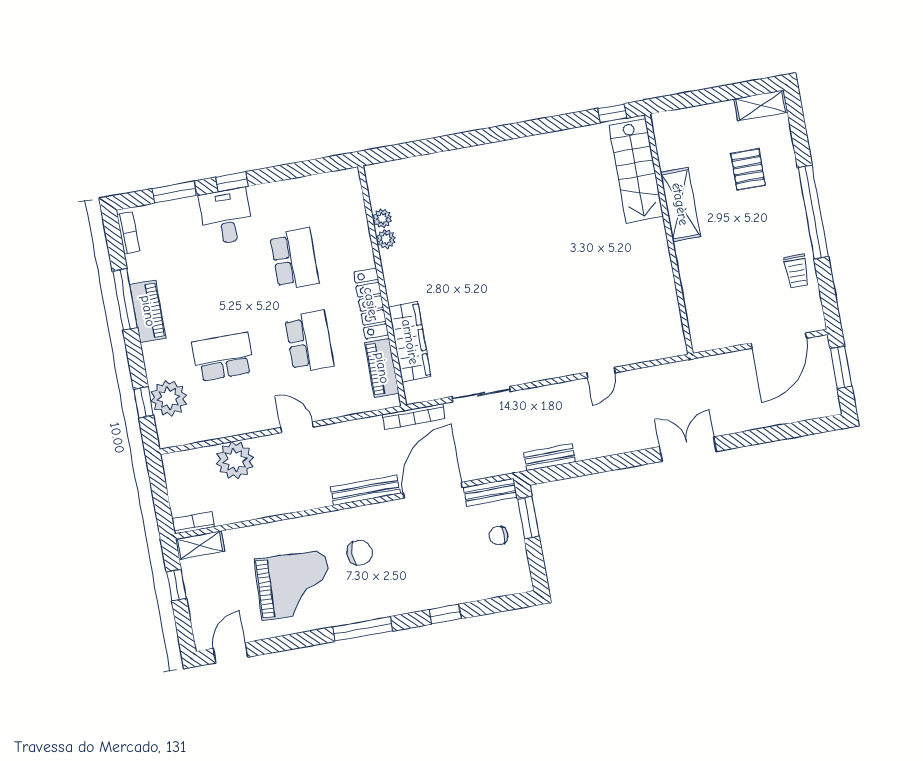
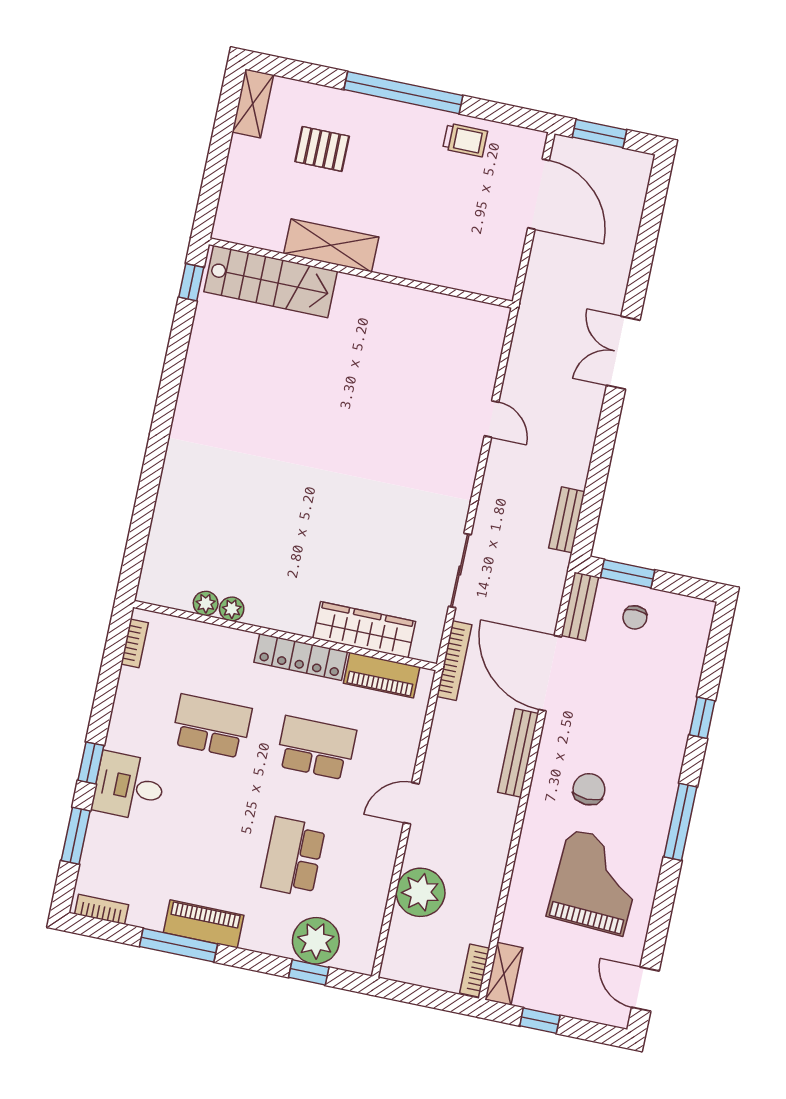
bookcase: (332, 178) -> (135, 643), added

